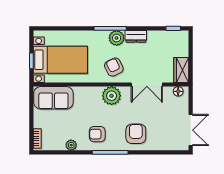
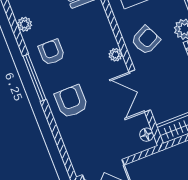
plant: (112, 96) -> (116, 55), width x0.53, depth x0.53
armchair: (136, 134) -> (71, 101), turned -90

